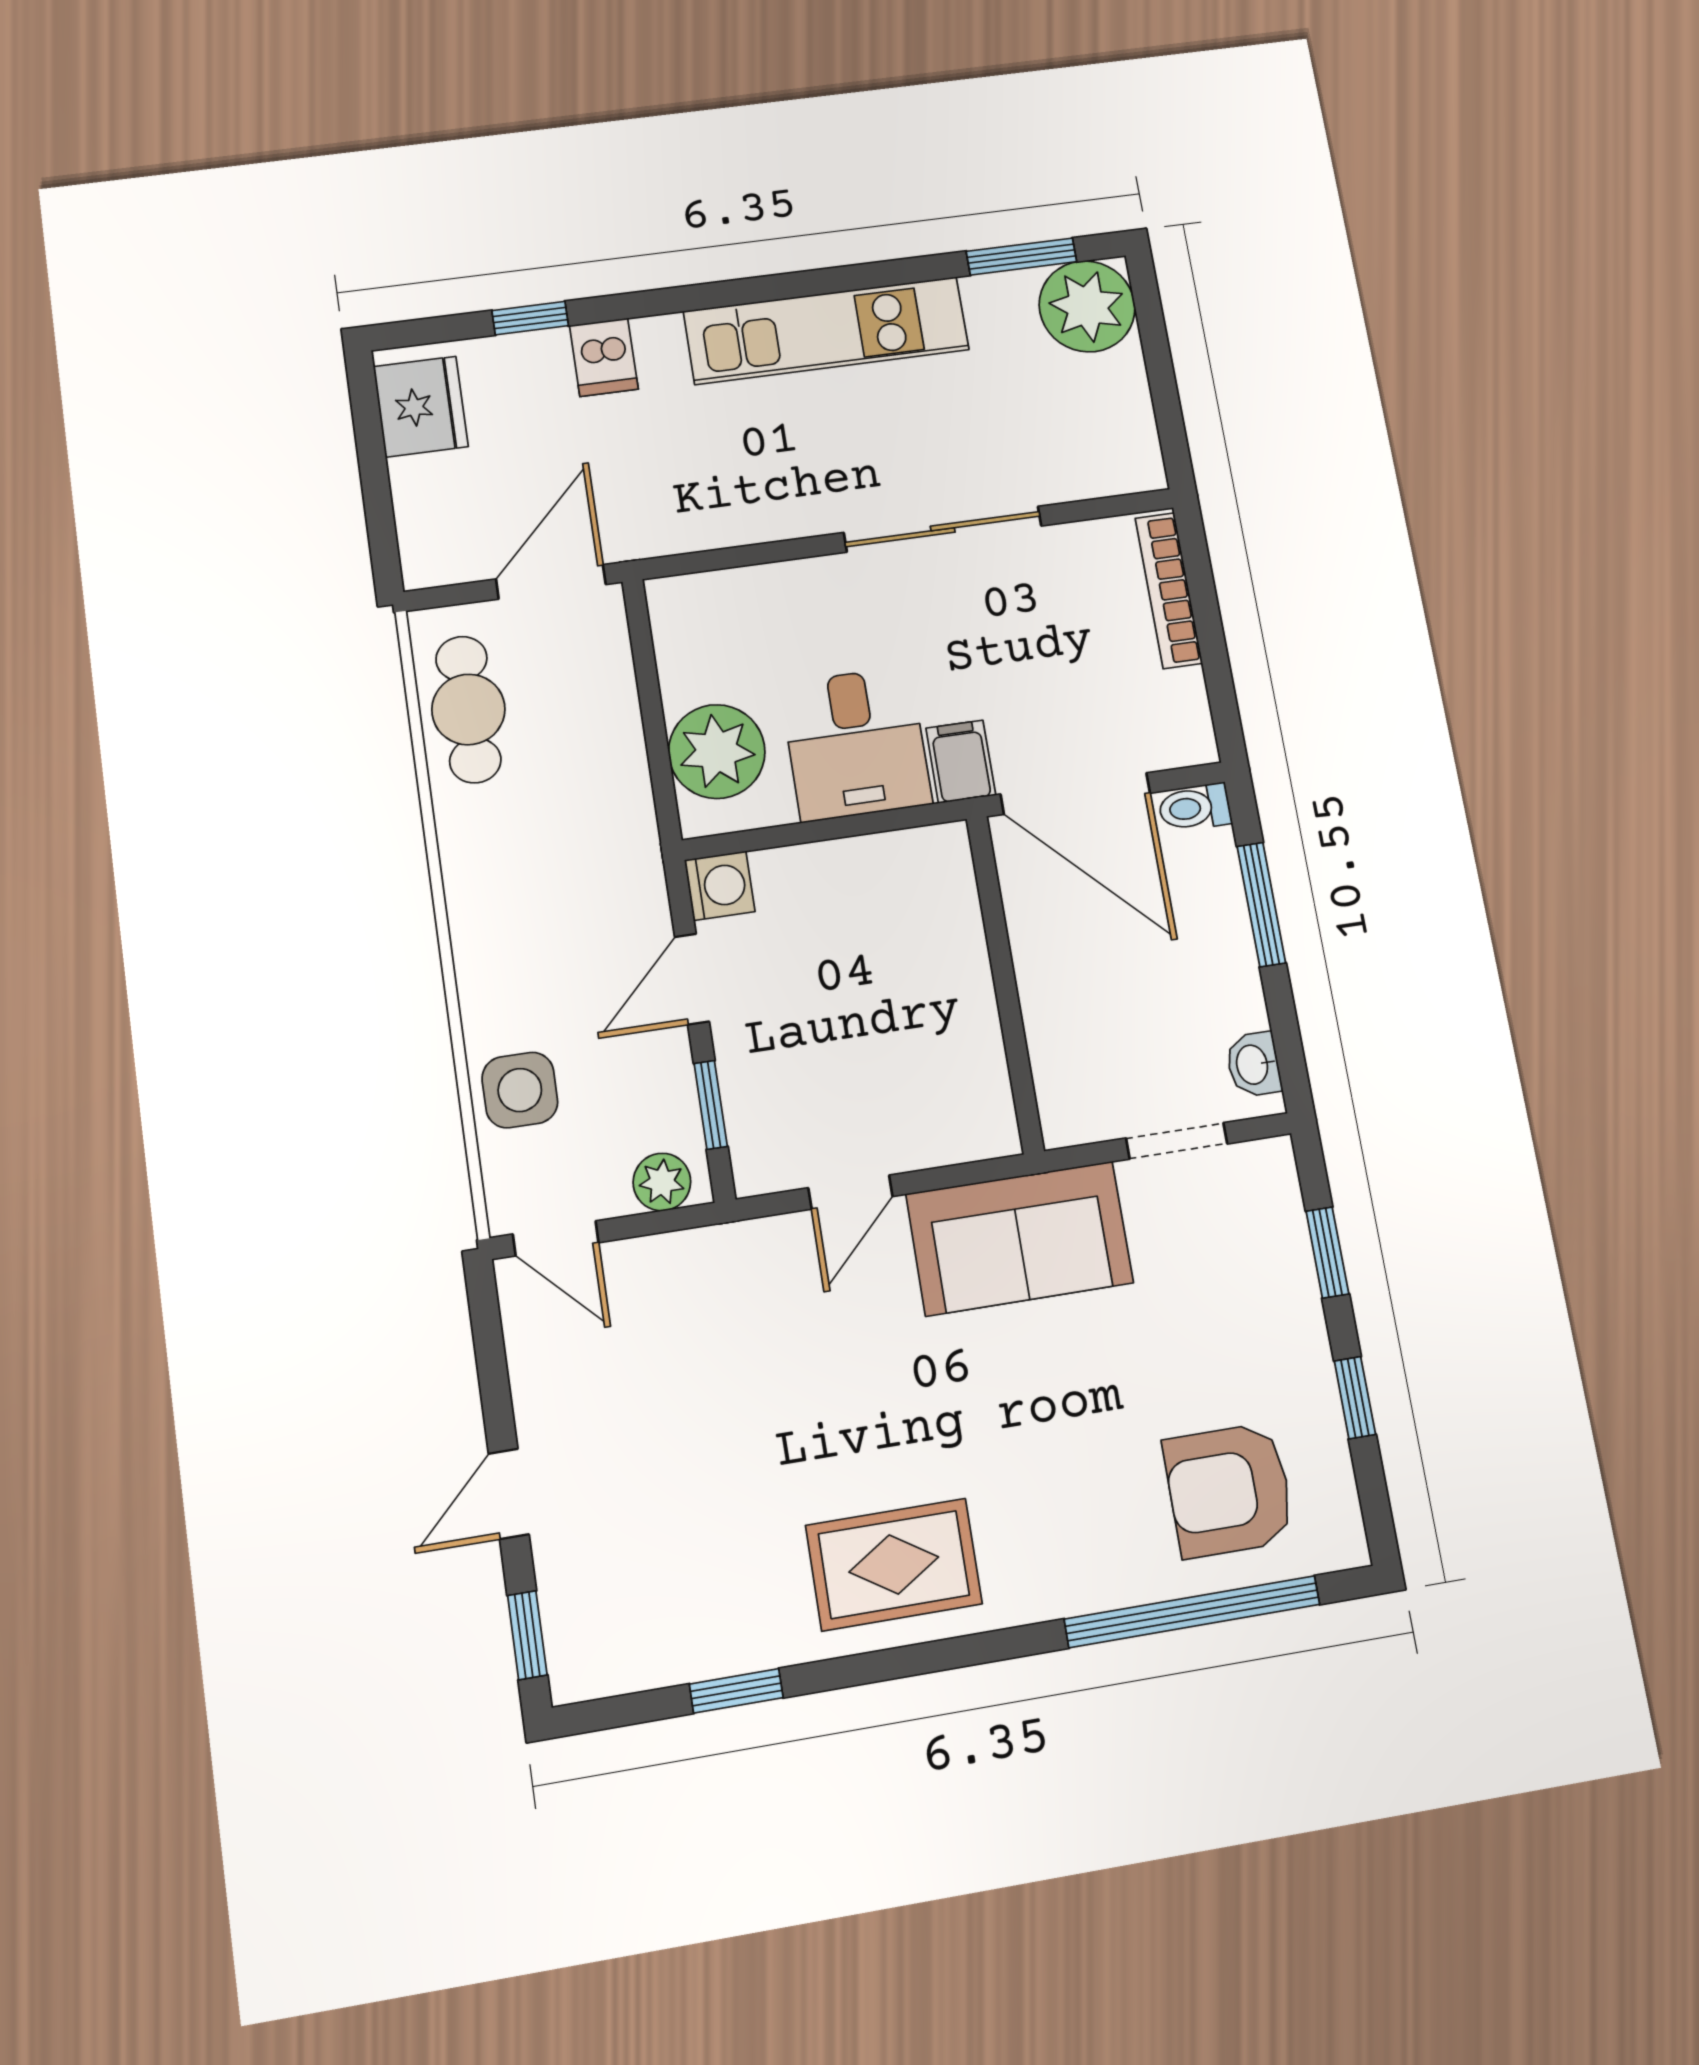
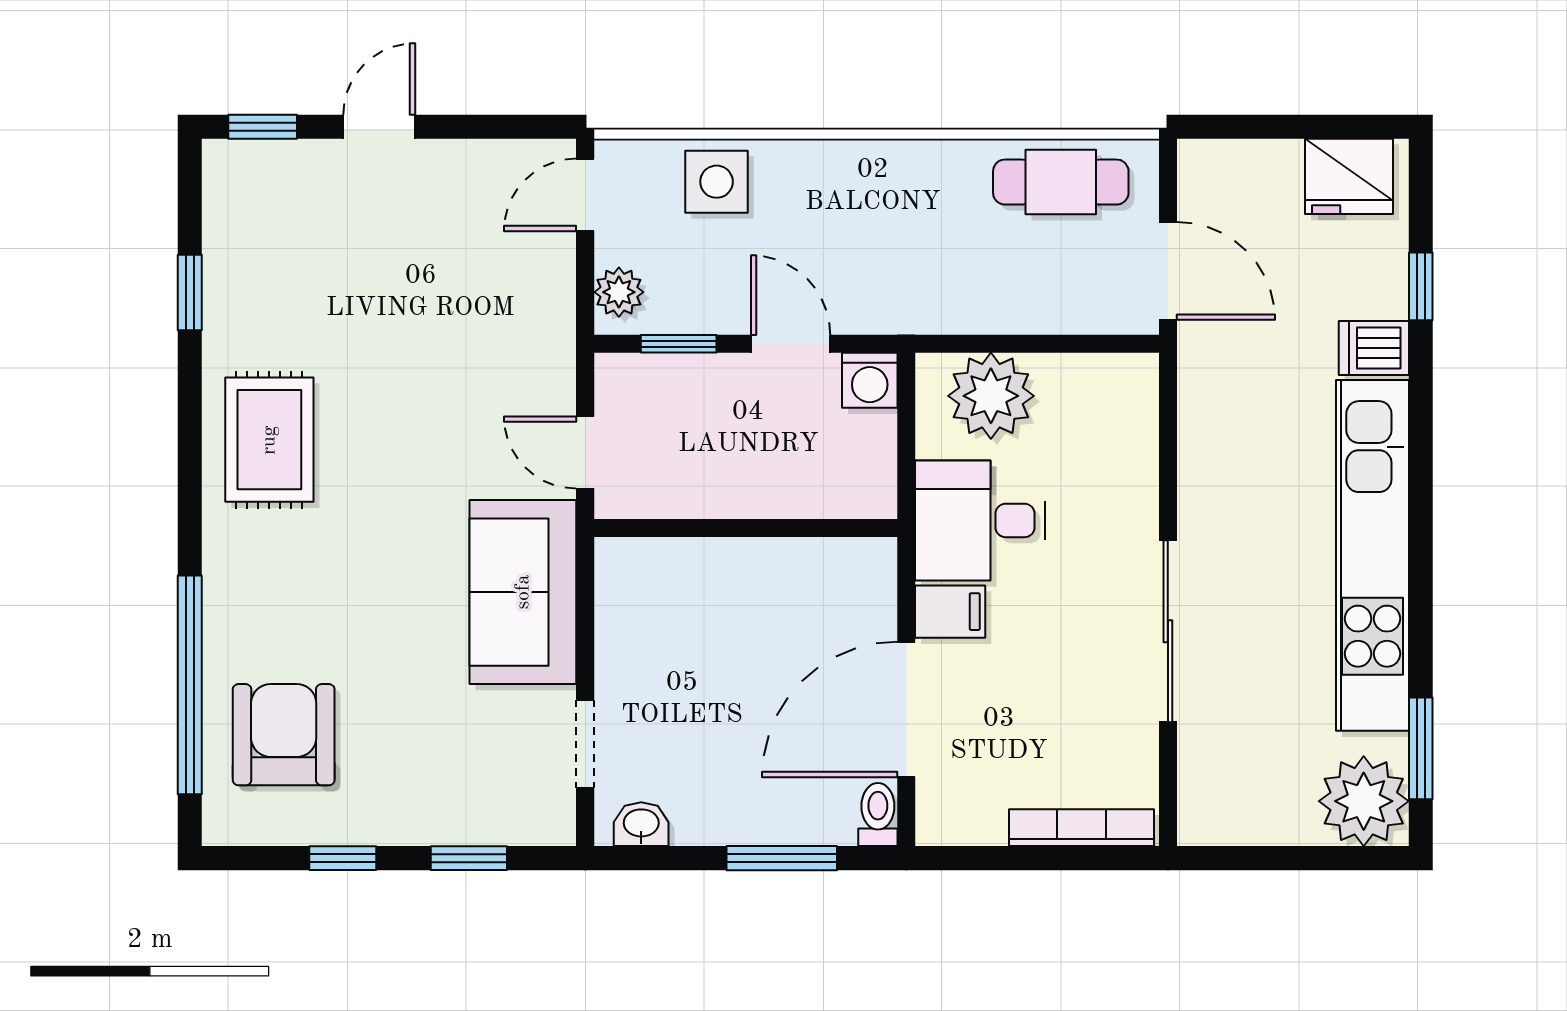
kitchen unit: (826, 330) -> (1373, 555), width x1.36
wall: (1005, 983) -> (746, 528), moved
door: (509, 1494) -> (379, 127), hinge flipped

